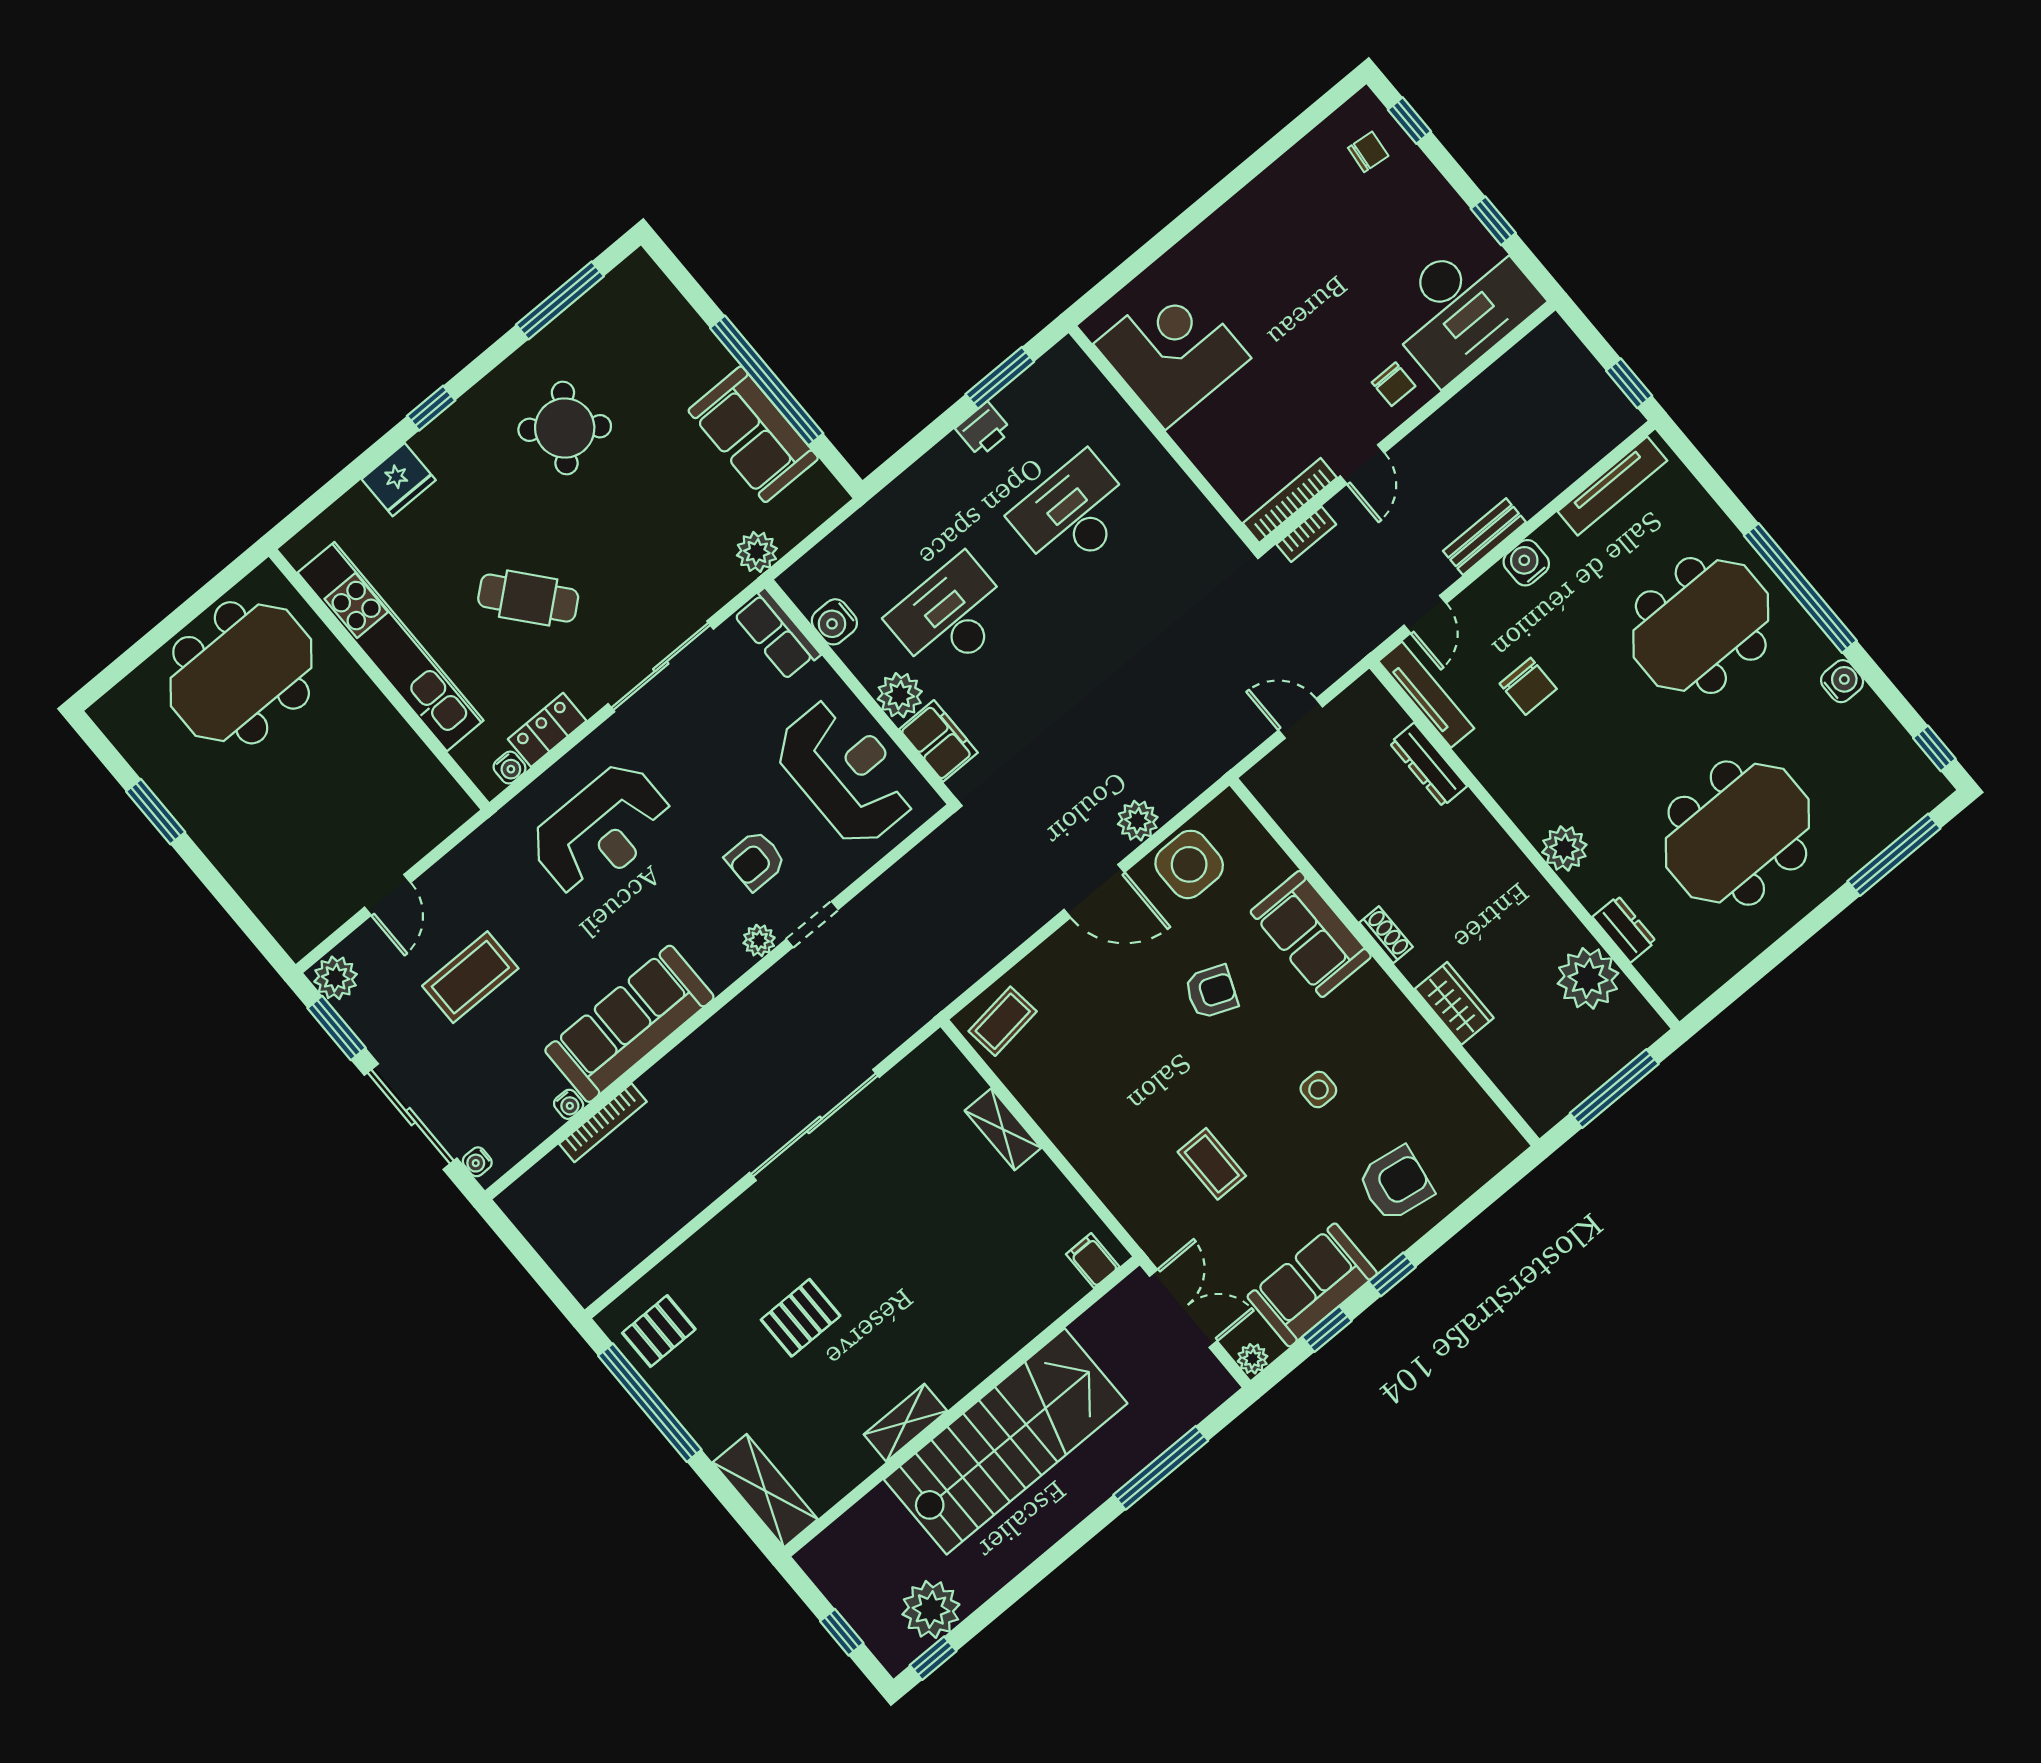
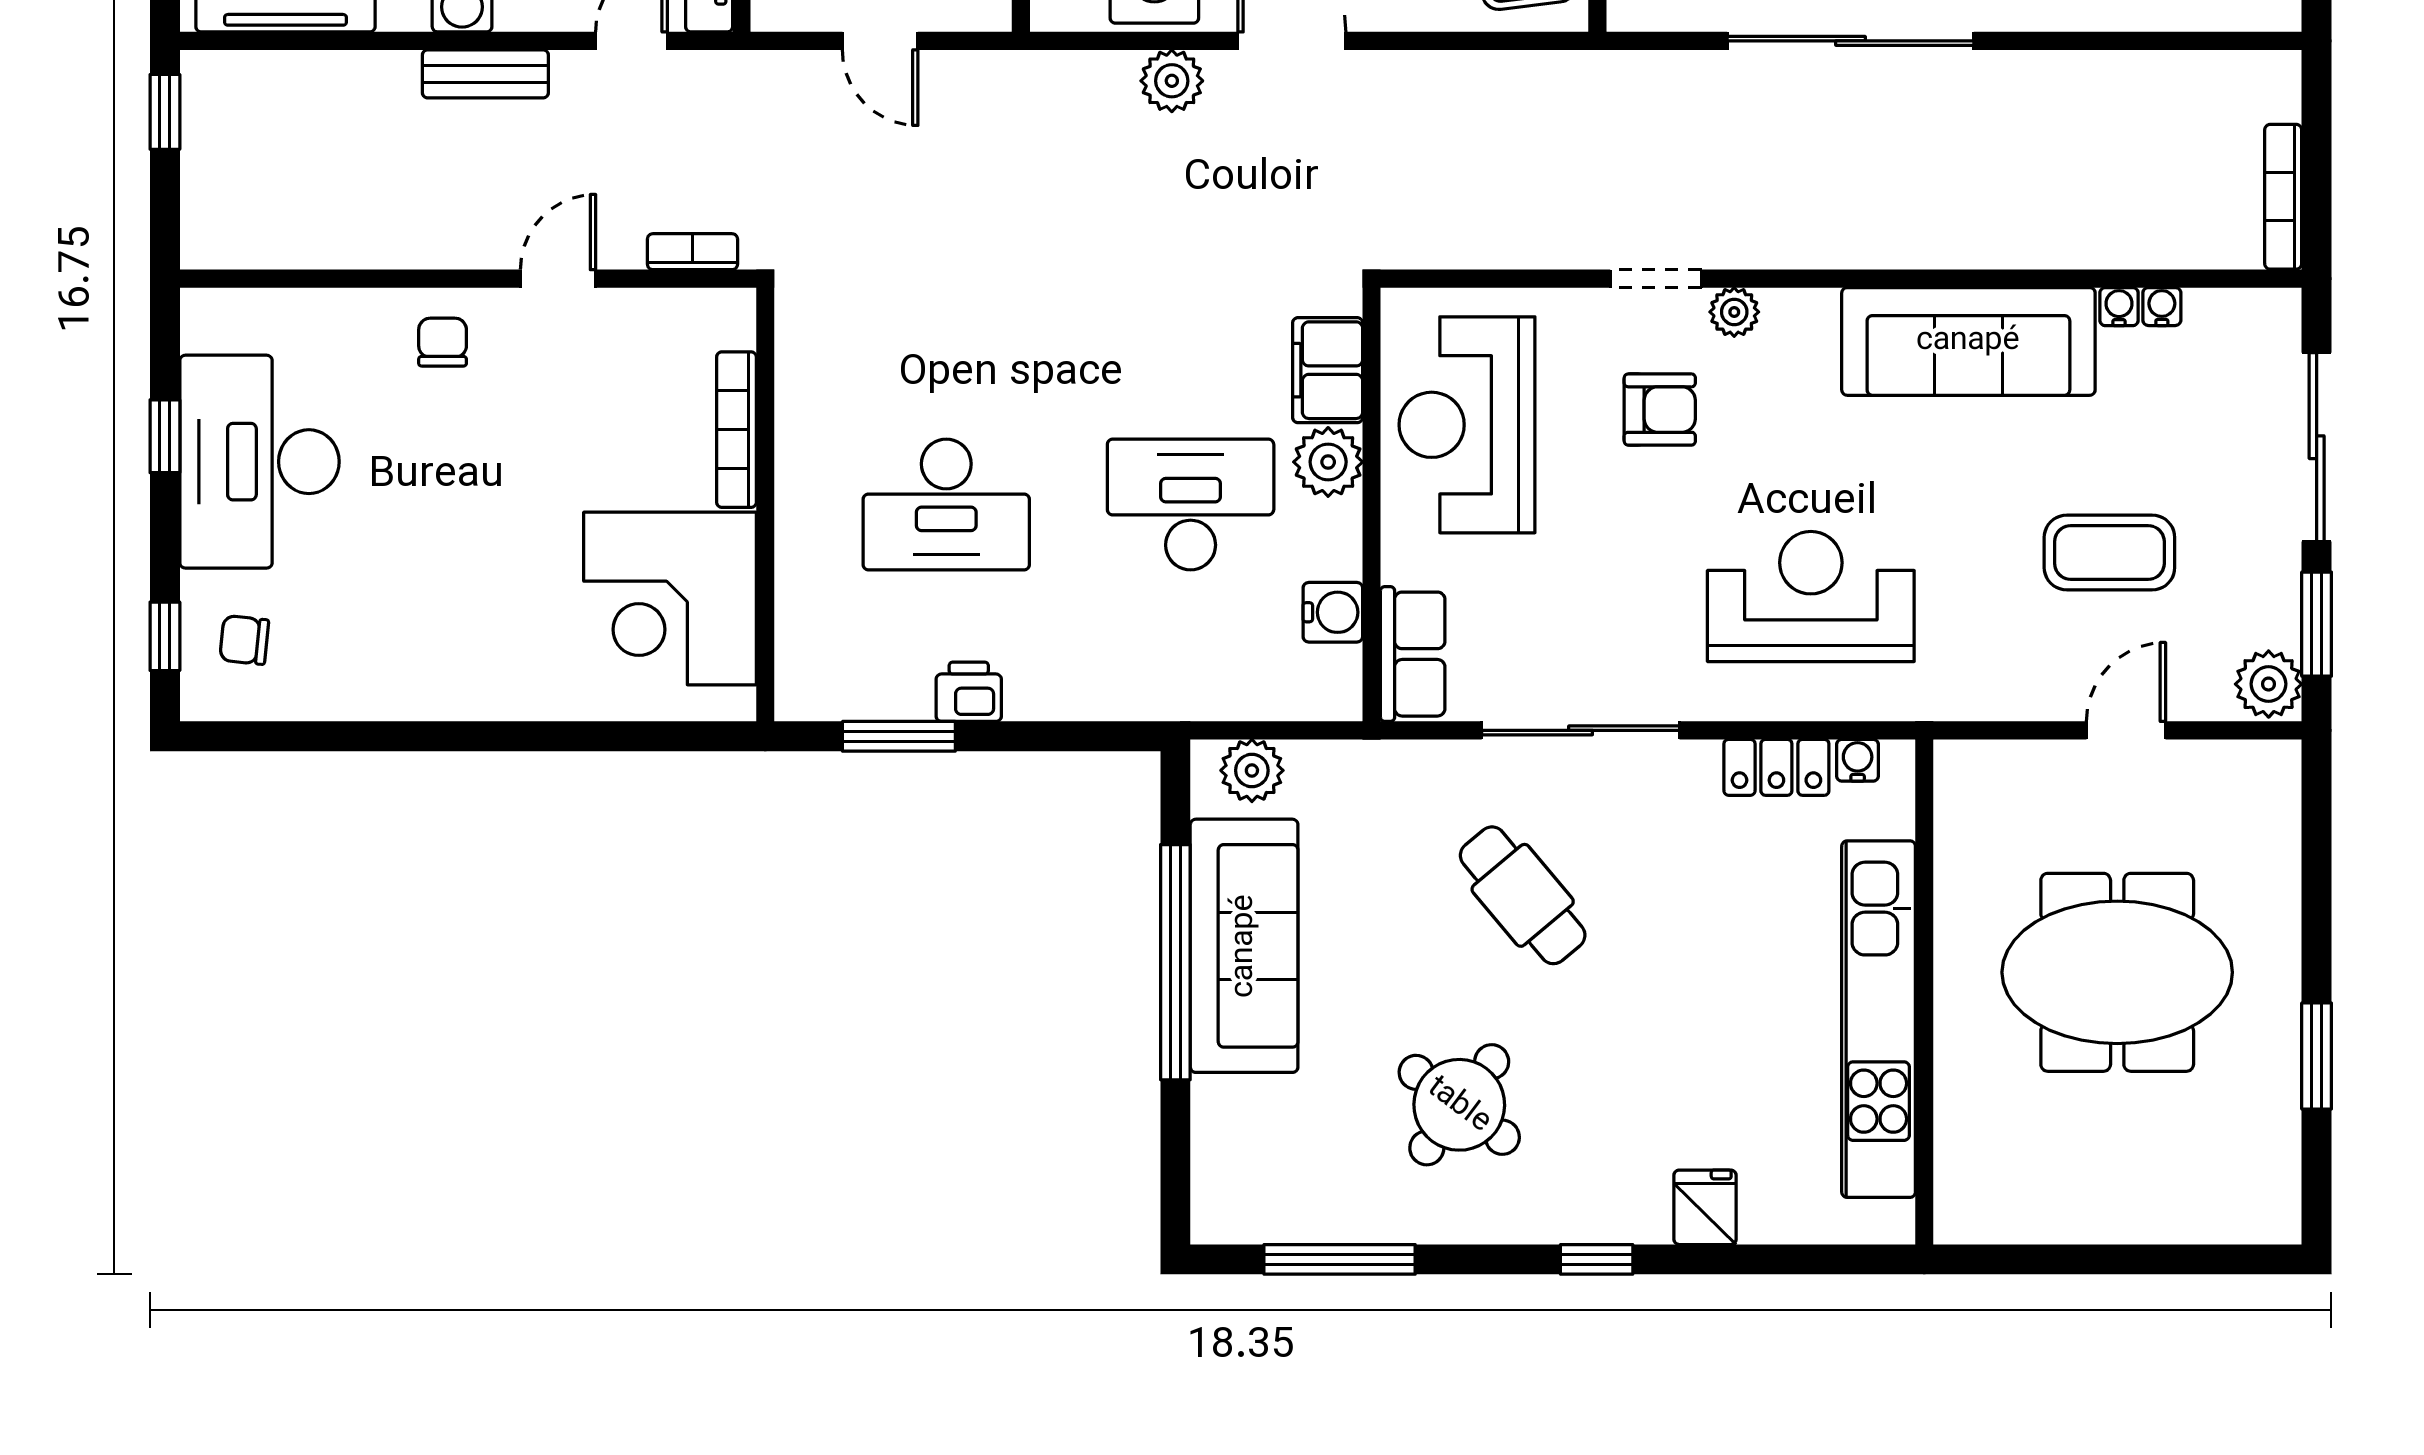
desk: (1461, 306) -> (259, 462), moved, turned -90
sofa: (753, 434) -> (1244, 946), width x1.36
fridge: (399, 480) -> (1705, 1207), width x0.72
bookcase: (1290, 500) -> (736, 430), moved, turned 90
plant: (757, 552) -> (1252, 770), moved
cafe table: (528, 598) -> (1523, 895), moved
desk: (951, 616) -> (1191, 505), turned 180
meeting table: (241, 673) -> (2117, 972), moved
bookcase: (603, 1123) -> (2283, 197), moved, turned -90
water cooler: (477, 1162) -> (2162, 307), moved, turned -90

